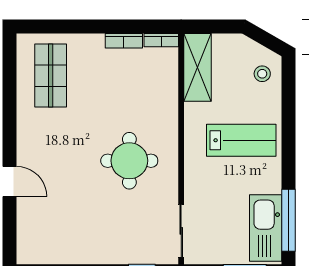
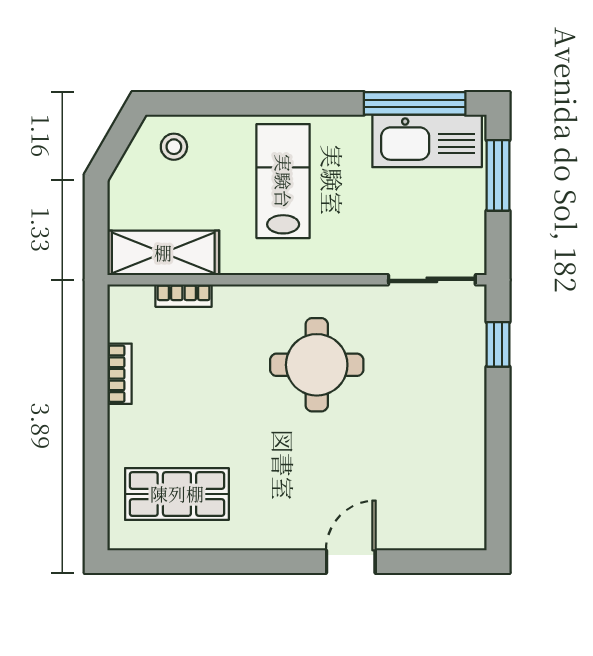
bookcase: (161, 40) -> (184, 296), moved, turned 90

